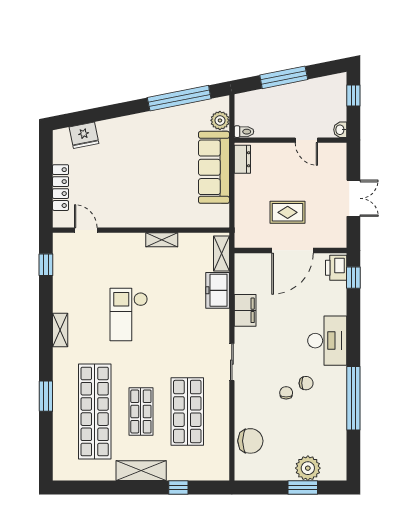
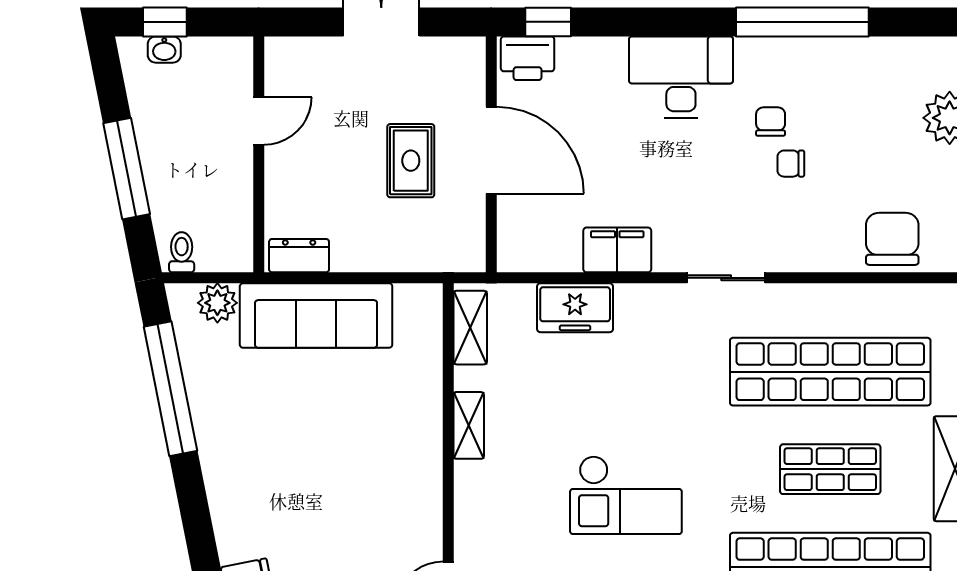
washbasin: (340, 130) -> (164, 50), moved
toilet: (244, 132) -> (182, 252), moved
shelving: (221, 253) -> (470, 328), moved, turned 90
shop shelf: (187, 412) -> (830, 372), width x1.40

